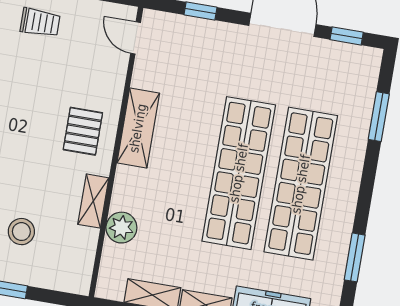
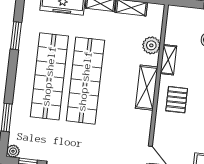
plant: (371, 58) -> (13, 151), added
shelving: (138, 128) -> (147, 88), moved

